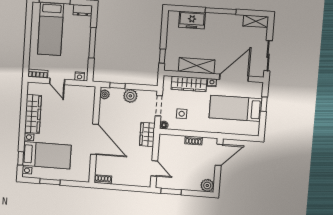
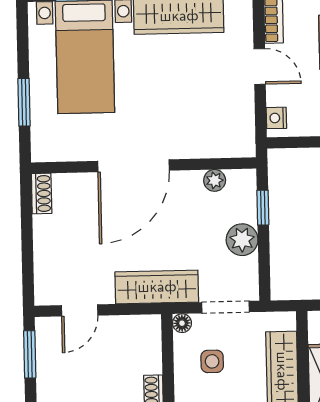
door: (57, 81) -> (260, 67), swing flipped
plant: (105, 94) -> (215, 180), moved
wardrobe: (147, 134) -> (157, 287), width x1.50
window: (50, 182) -> (24, 102), moved

